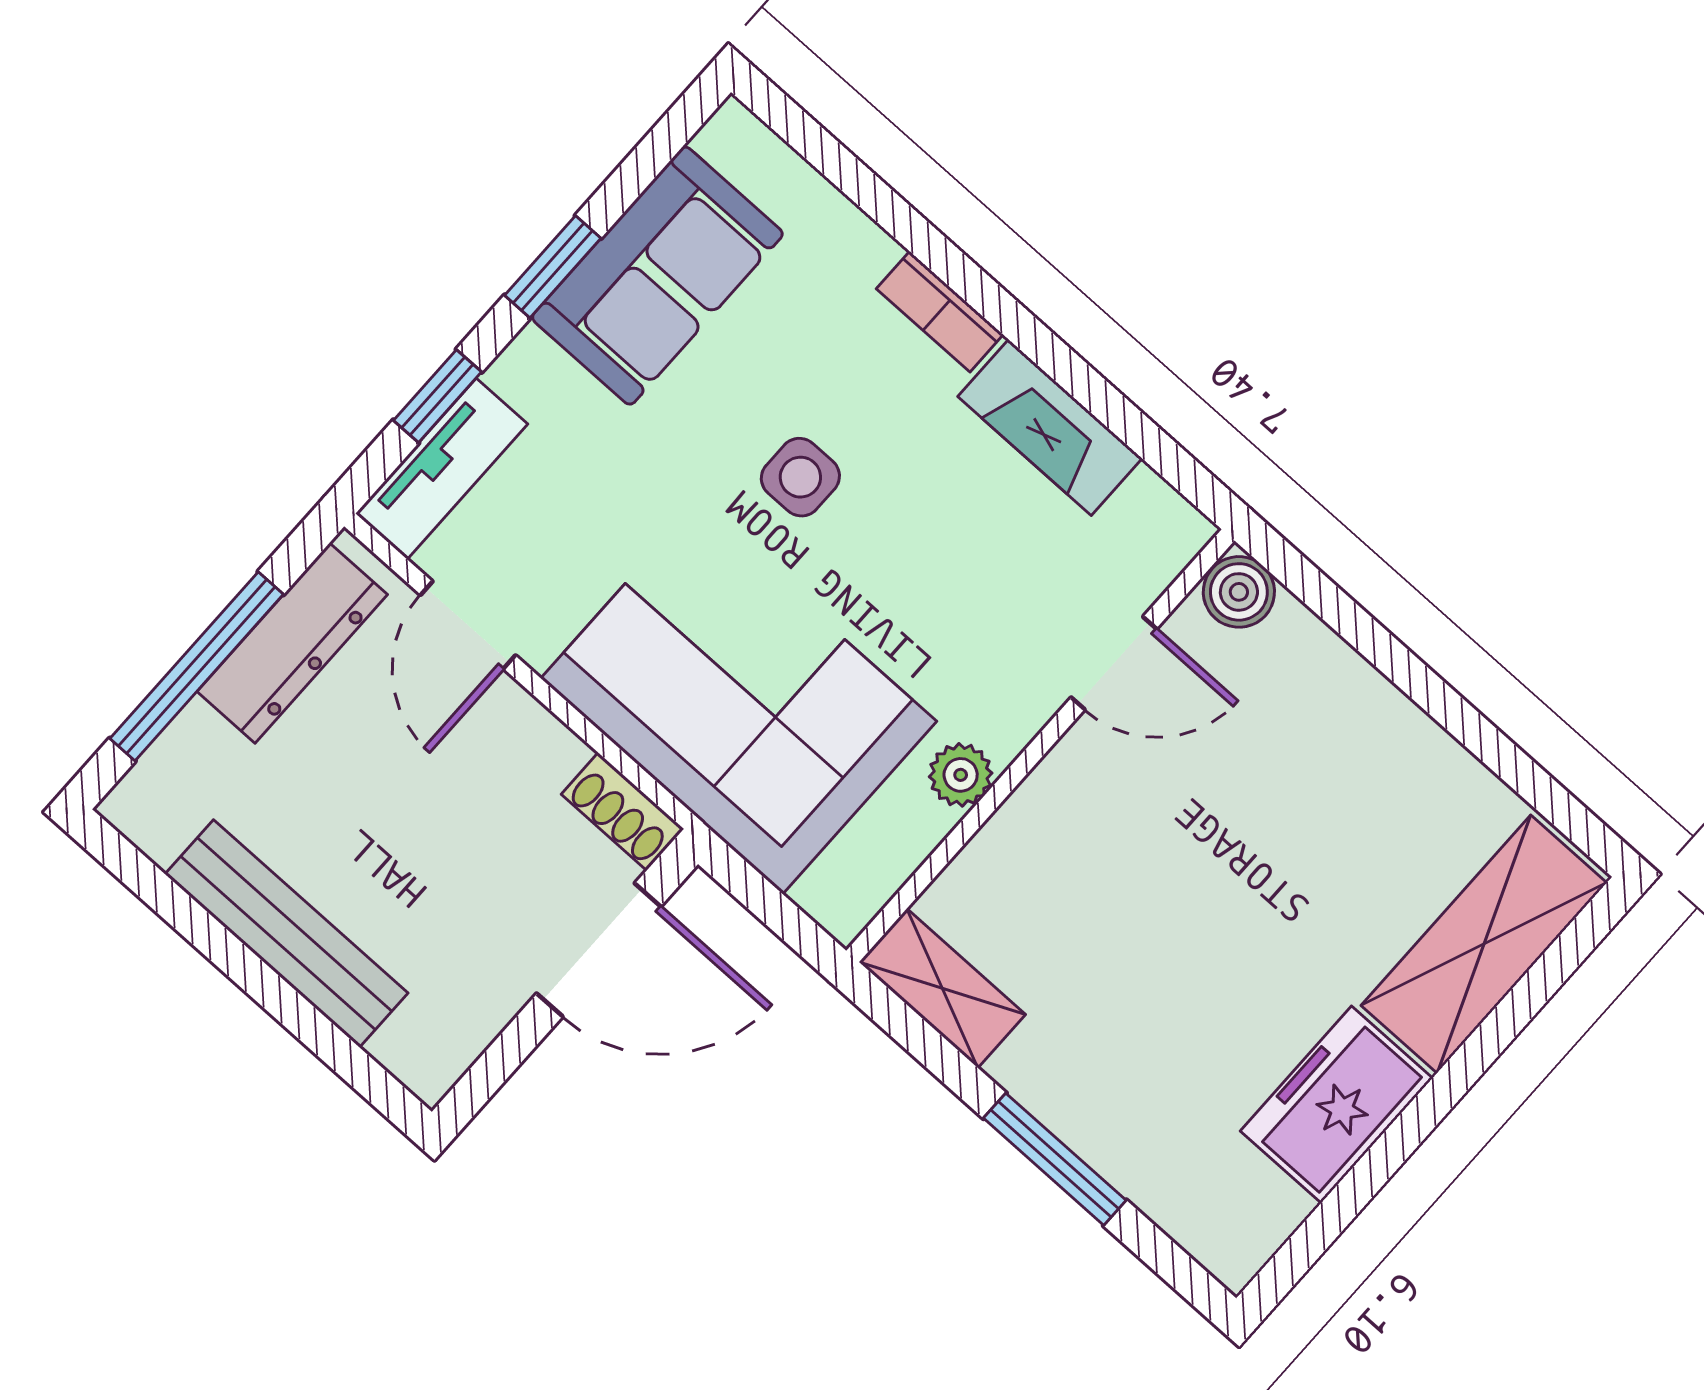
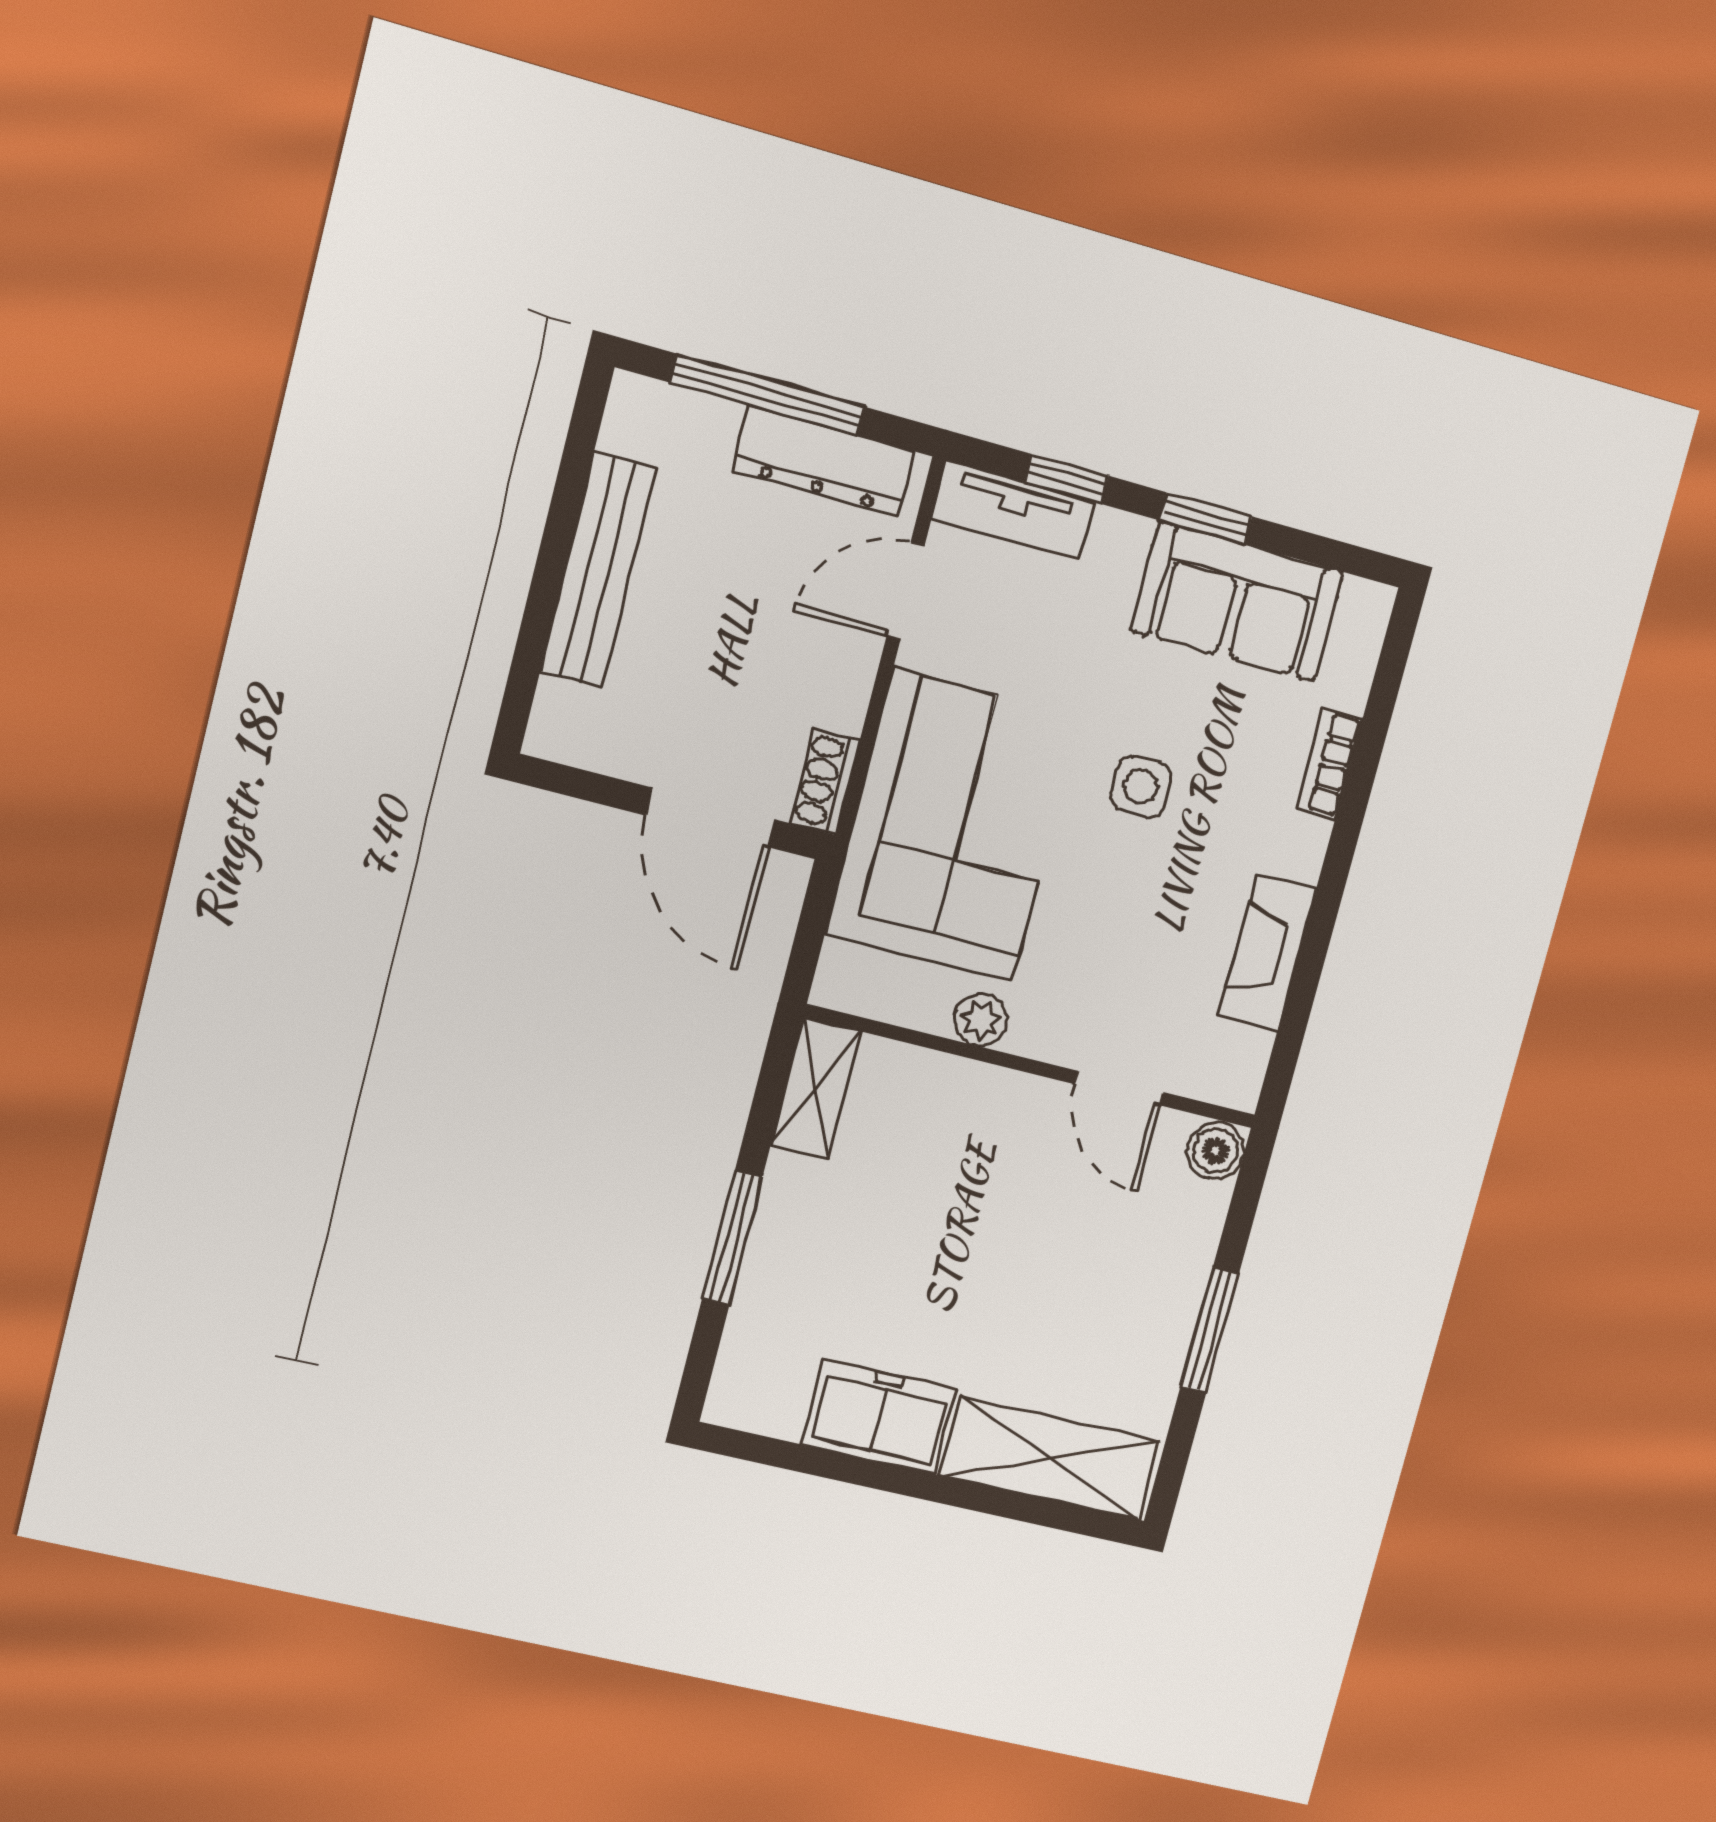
bookcase: (940, 312) -> (1329, 764), moved
window: (1436, 697) -> (1210, 1330), added

